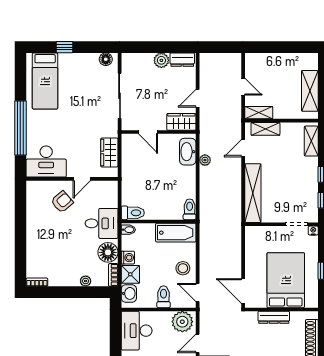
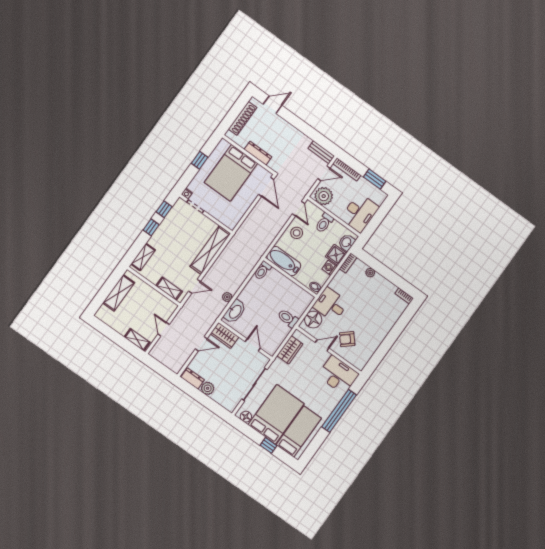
bed: (79, 82) -> (276, 414), added
shelving: (259, 113) -> (137, 340), moved
toilet: (133, 213) -> (288, 318), moved
floor lamp: (108, 252) -> (313, 320), moved

